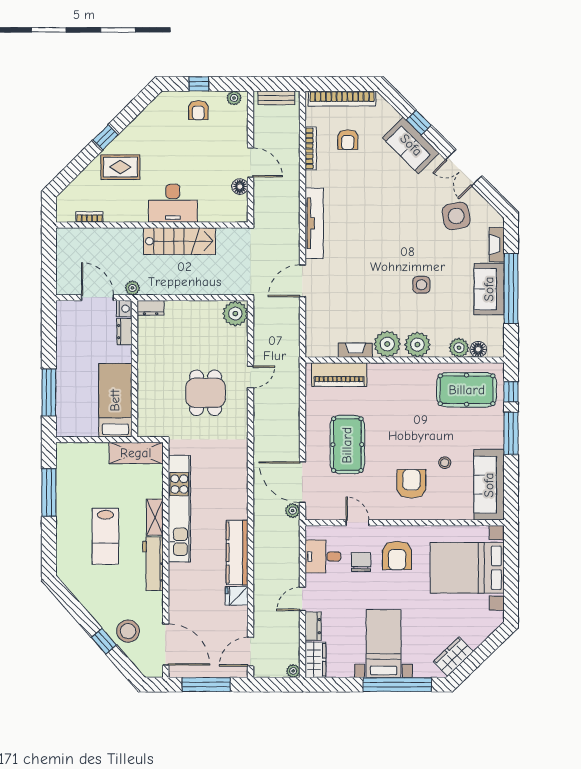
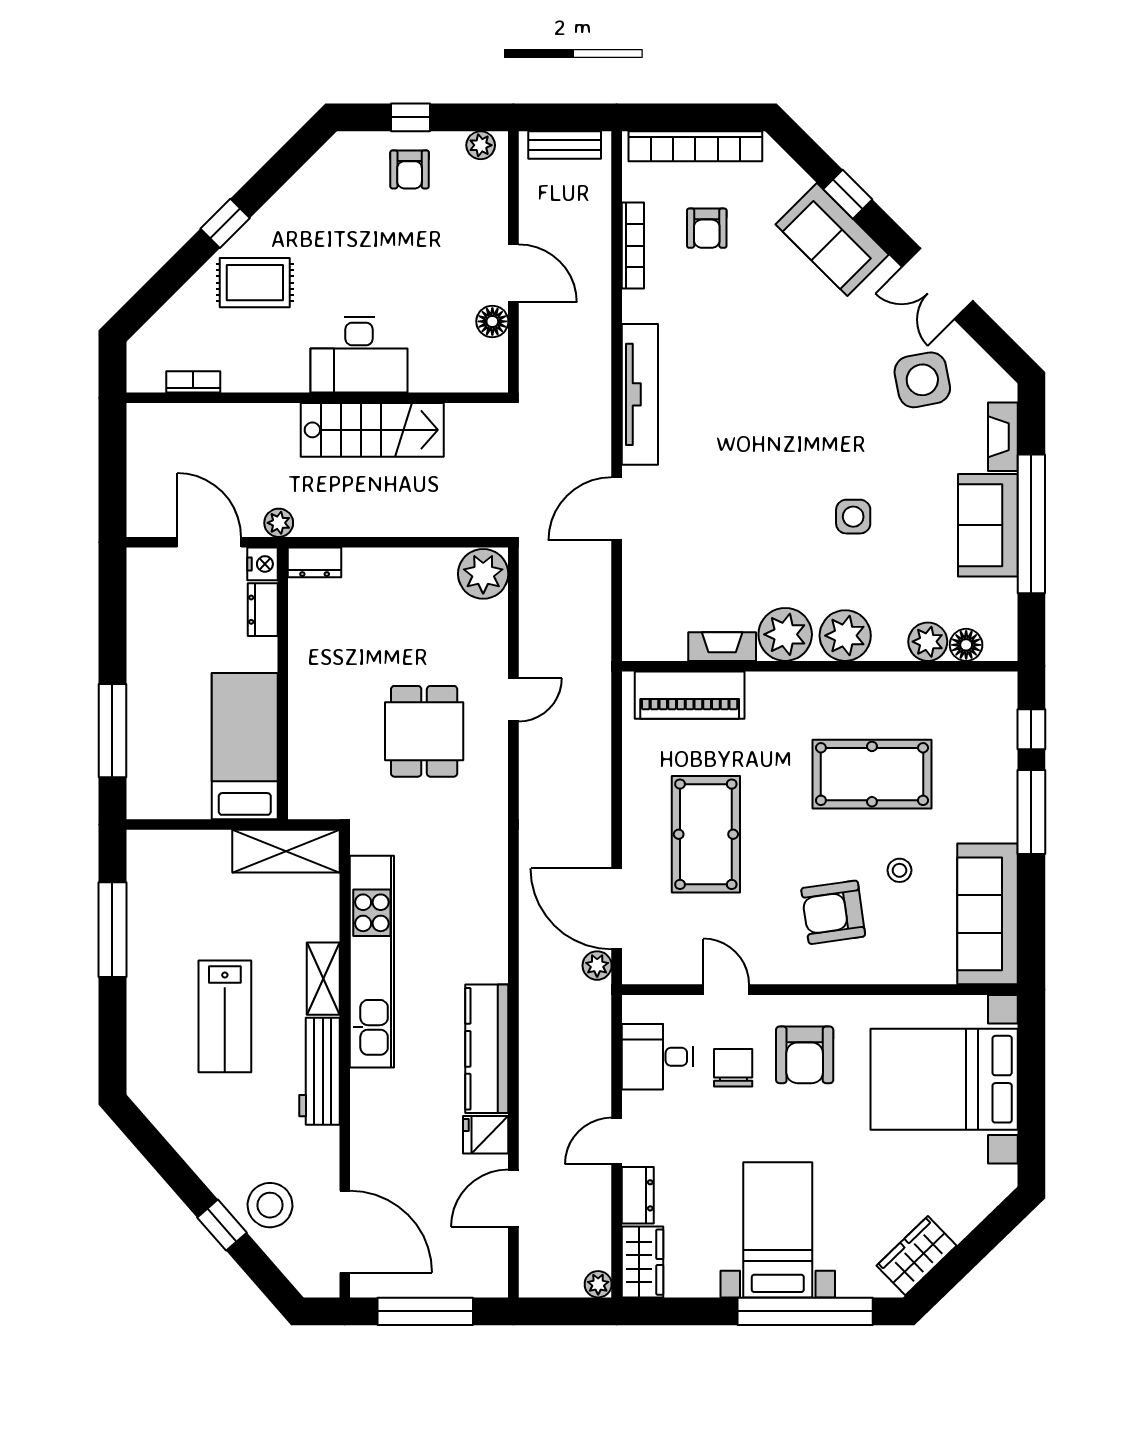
pool table: (467, 390) -> (872, 774), moved
armchair: (411, 484) -> (833, 912), turned -98
door: (251, 652) -> (513, 1198), moved

